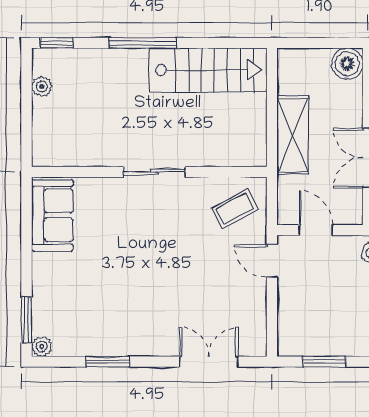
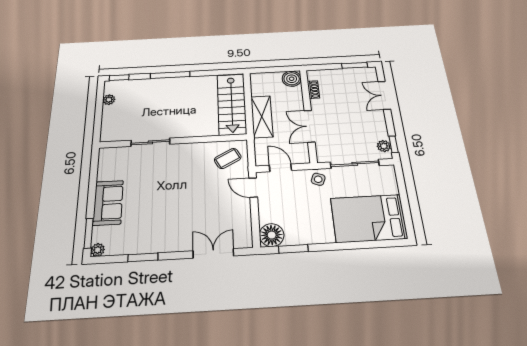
stairs: (208, 70) -> (232, 104), moved, turned 90
sliding door: (154, 172) -> (150, 142), moved
sofa: (52, 215) -> (108, 203), moved
floor lamp: (295, 339) -> (272, 235), added

